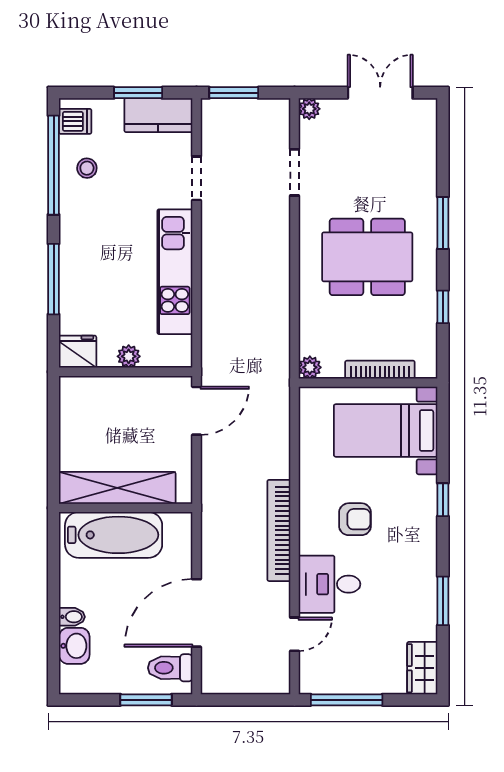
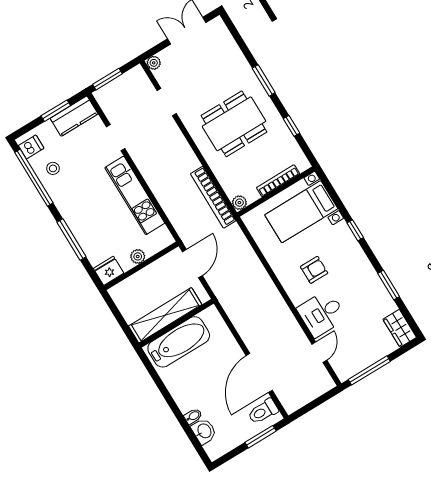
shelving: (117, 488) -> (165, 315), moved
wall: (126, 508) -> (176, 323), moved
bookcase: (279, 530) -> (213, 197), moved
bathtub: (114, 535) -> (179, 342), moved

